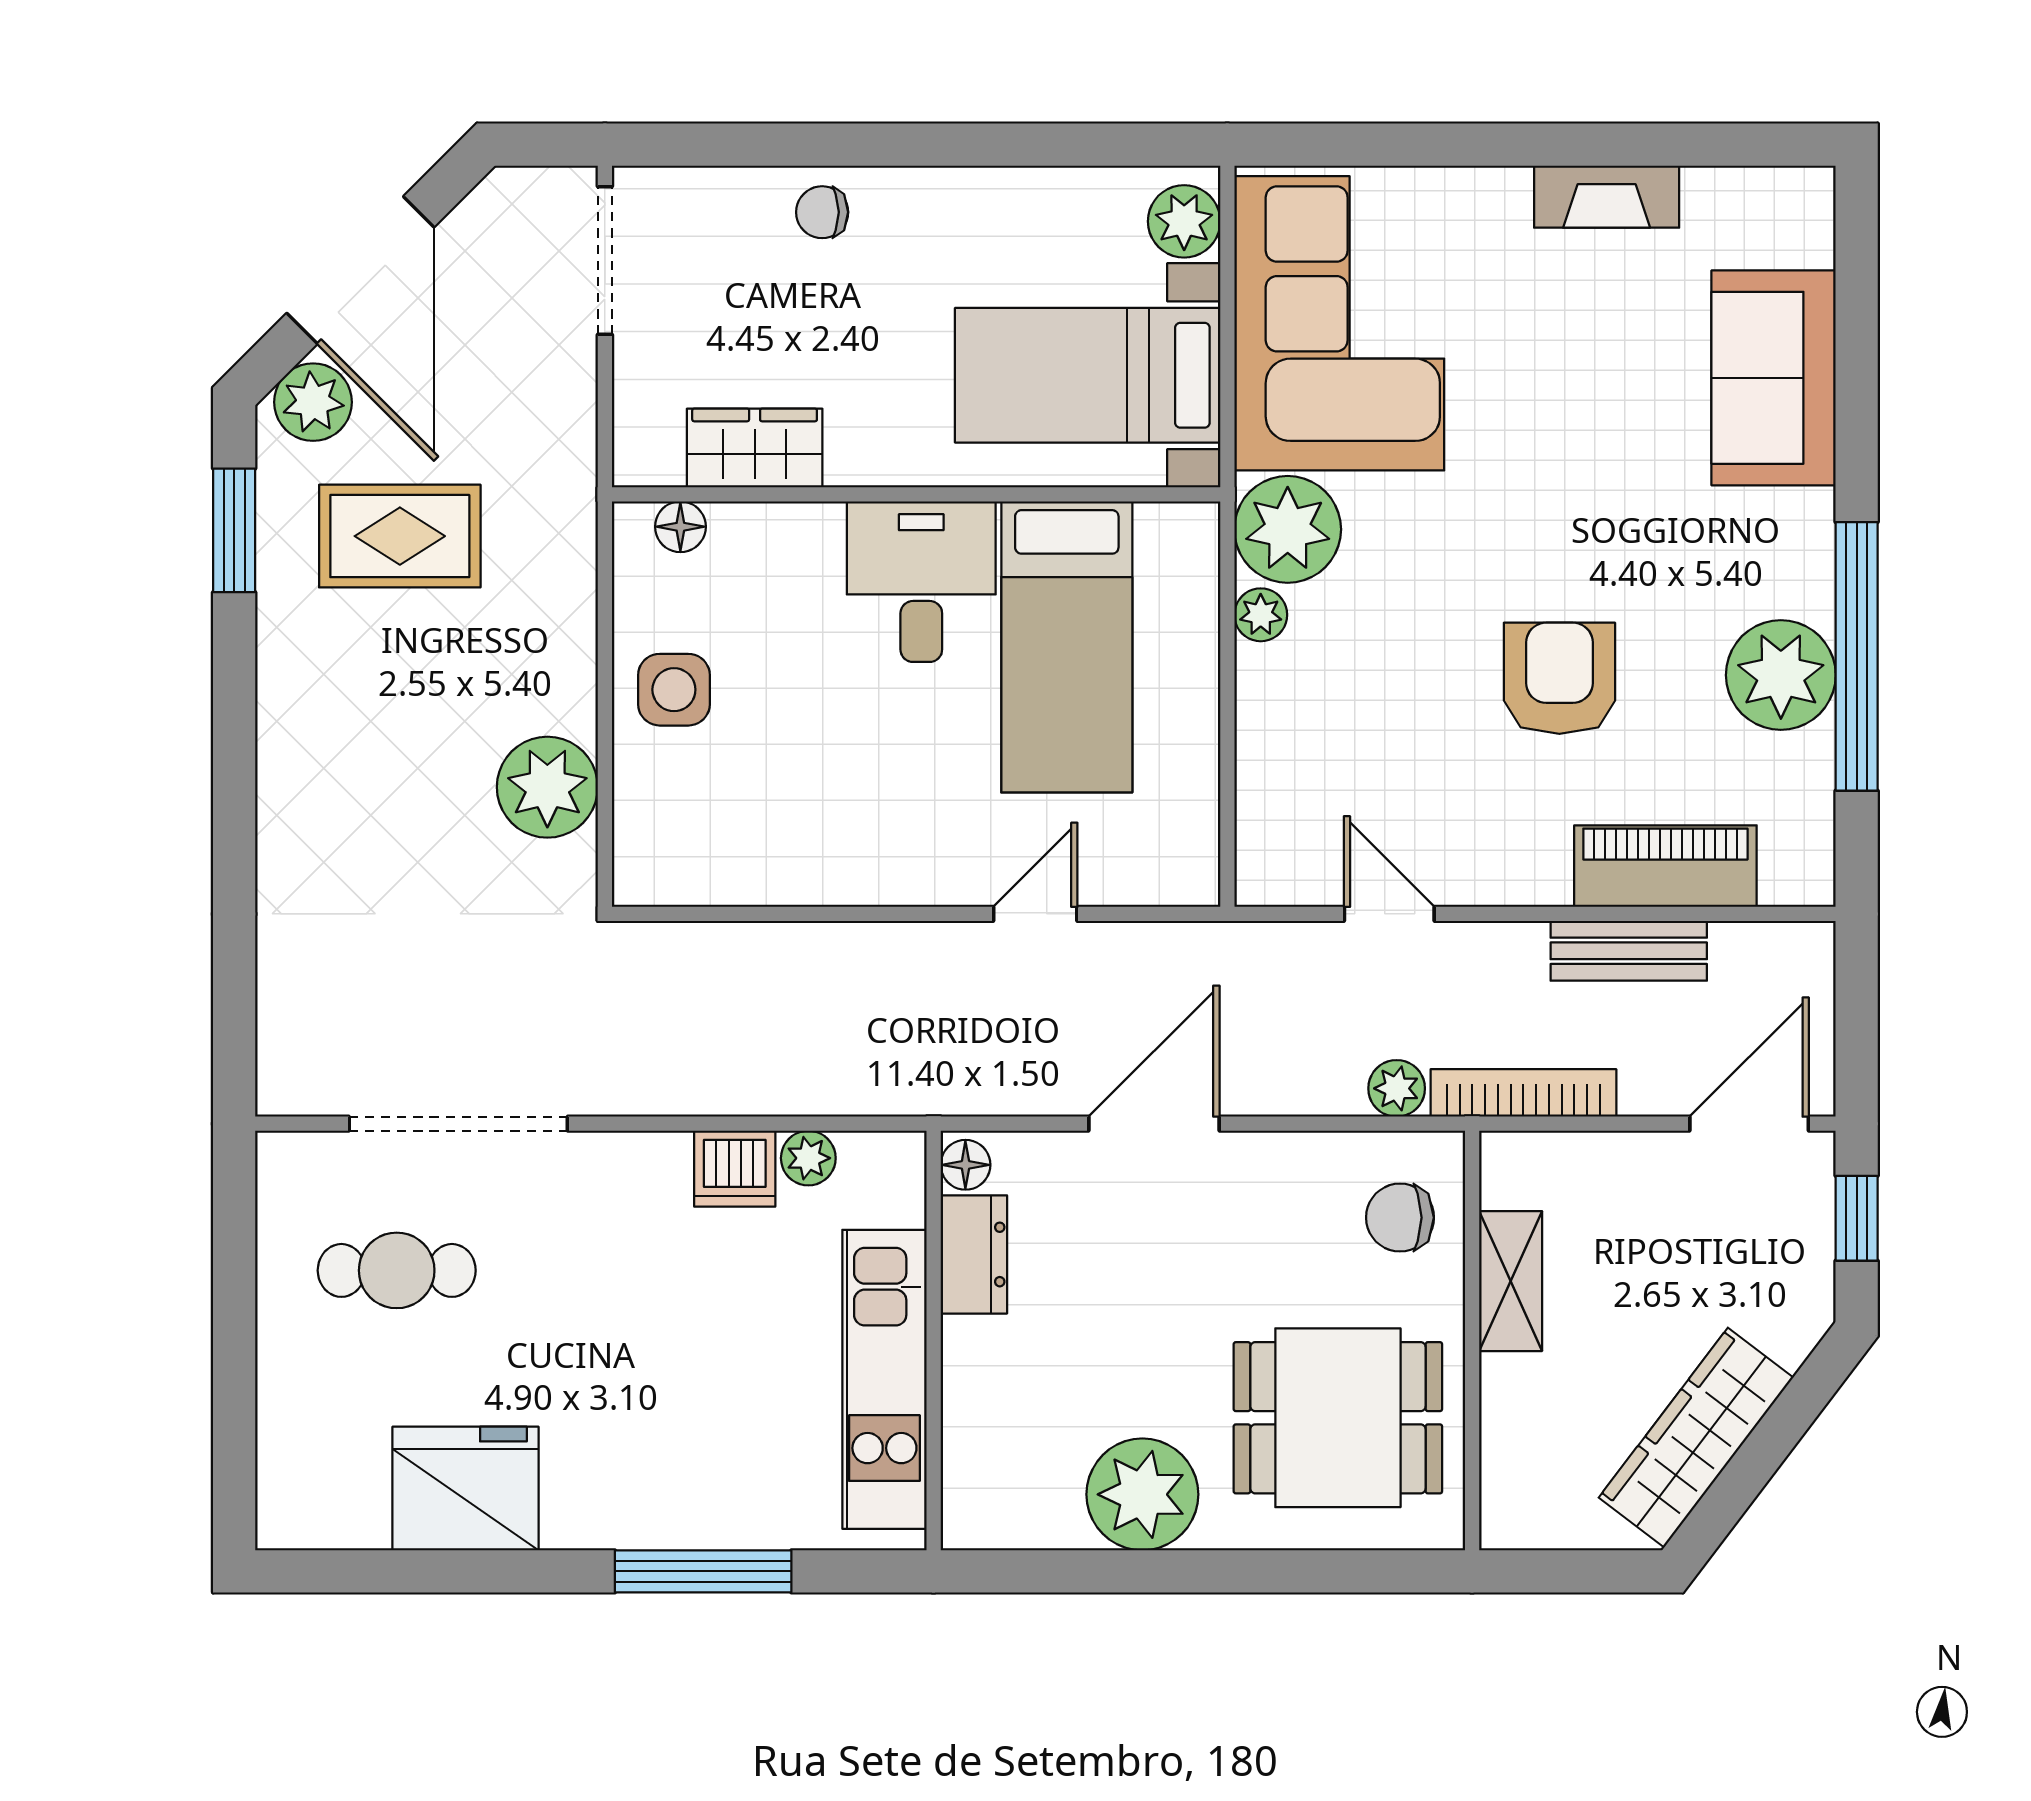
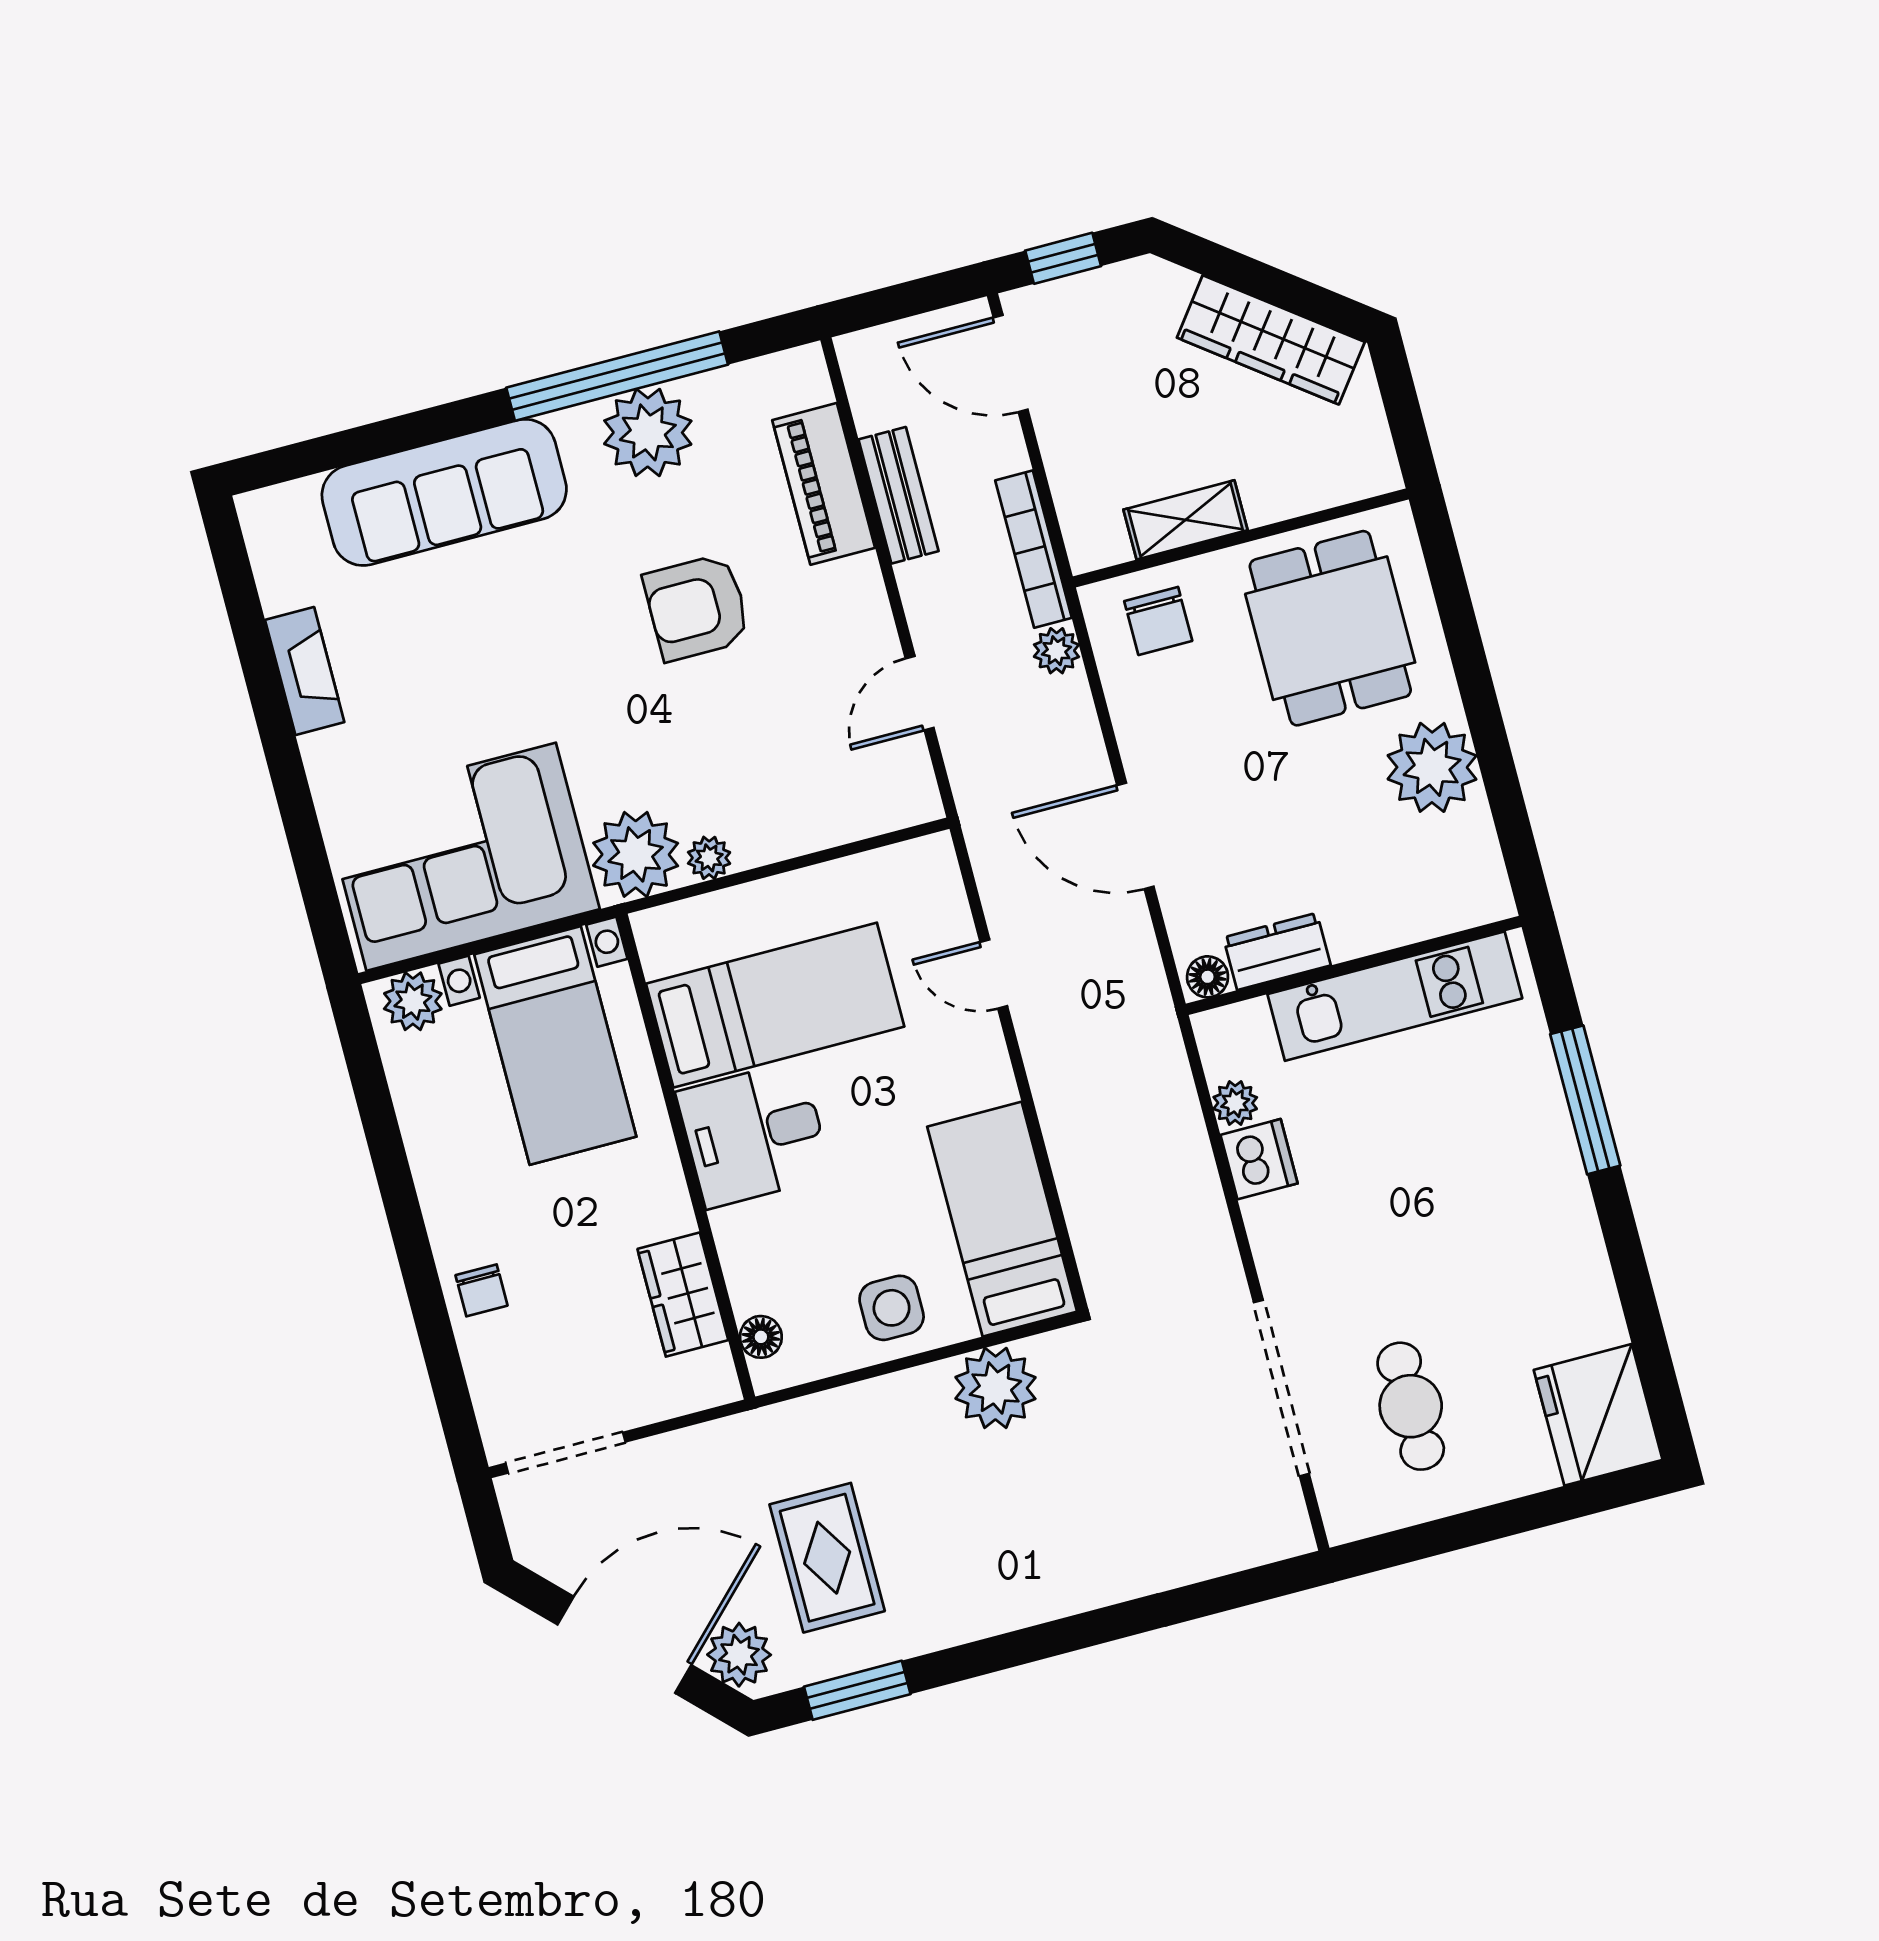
sofa: (1774, 378) -> (444, 492), width x1.36
bed: (744, 847) -> (1002, 1219), added
fridge: (465, 1488) -> (1598, 1415), moved

